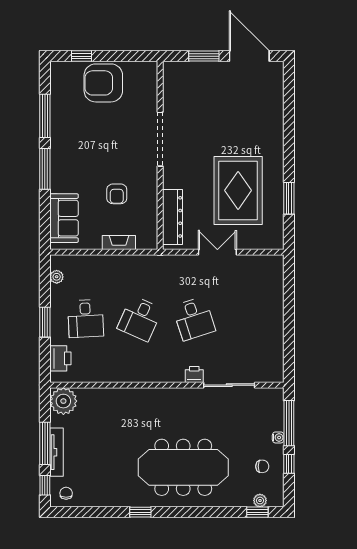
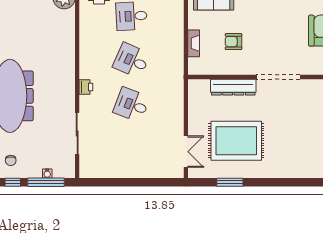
dresser: (173, 217) -> (233, 87), moved
double door: (217, 252) -> (186, 152), moved
desk: (194, 319) -> (132, 105), turned 39
printer: (194, 374) -> (86, 87), moved
water cooler: (278, 437) -> (47, 173), moved

